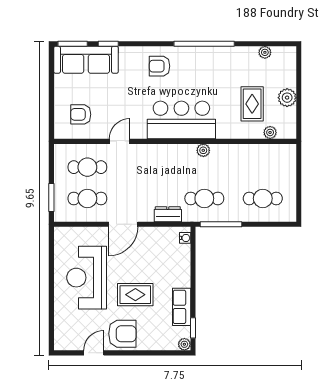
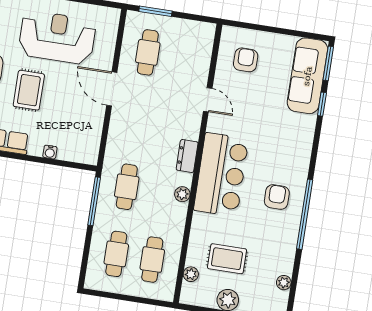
armchair: (160, 66) -> (277, 197), moved
cafe table: (87, 167) -> (152, 260), moved
dresser: (168, 214) -> (187, 156), moved, turned 180
water cooler: (185, 238) -> (50, 152), moved

